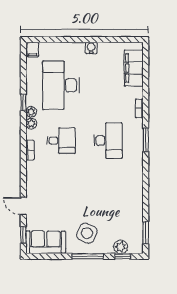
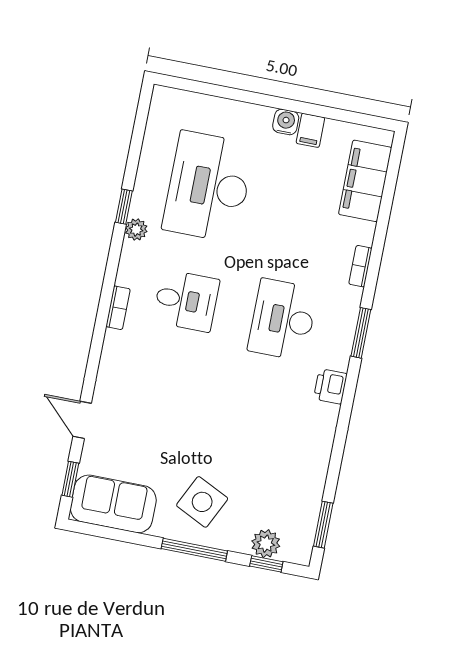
filing cabinet: (33, 50) -> (310, 130), moved
plant: (31, 124) -> (132, 254), removed
desk: (108, 141) -> (283, 320), turned 180
printer: (136, 167) -> (330, 386), added

